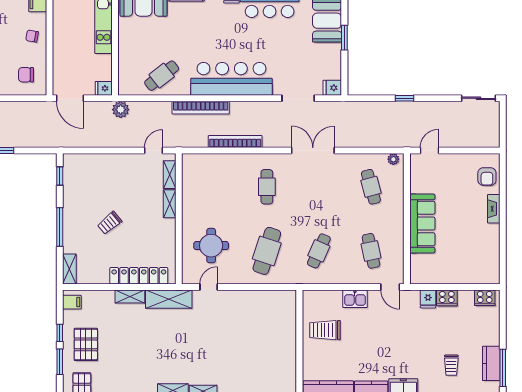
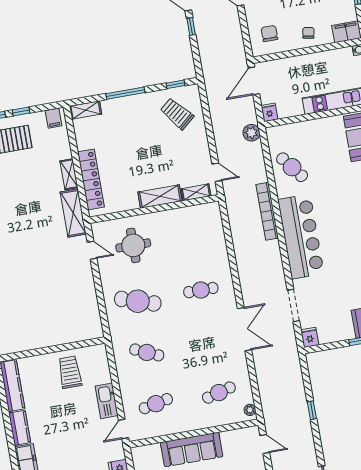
bookcase: (235, 142) -> (240, 251), removed
shelving: (170, 204) -> (160, 196), width x1.50, depth x1.33
trolley: (110, 223) -> (177, 114), moved, width x1.36, depth x1.39
kitchen sink: (355, 299) -> (107, 401), width x1.38

